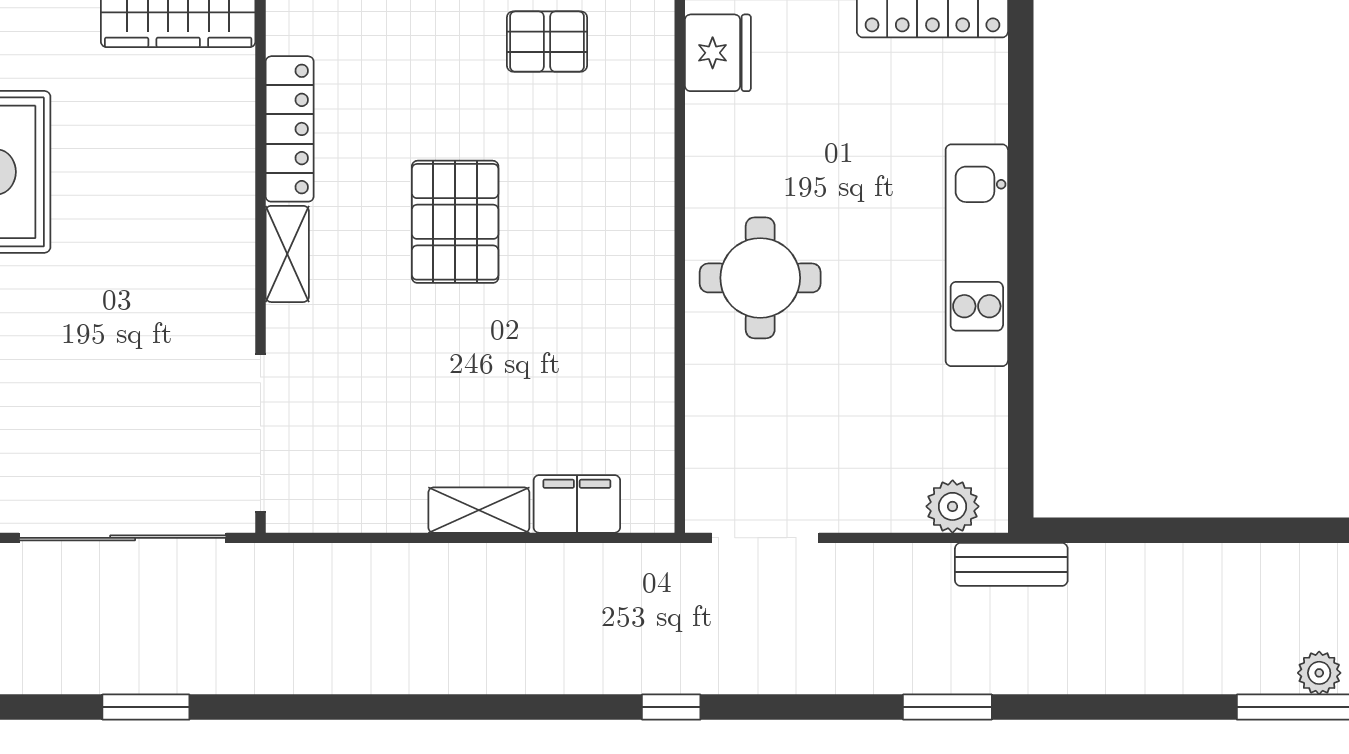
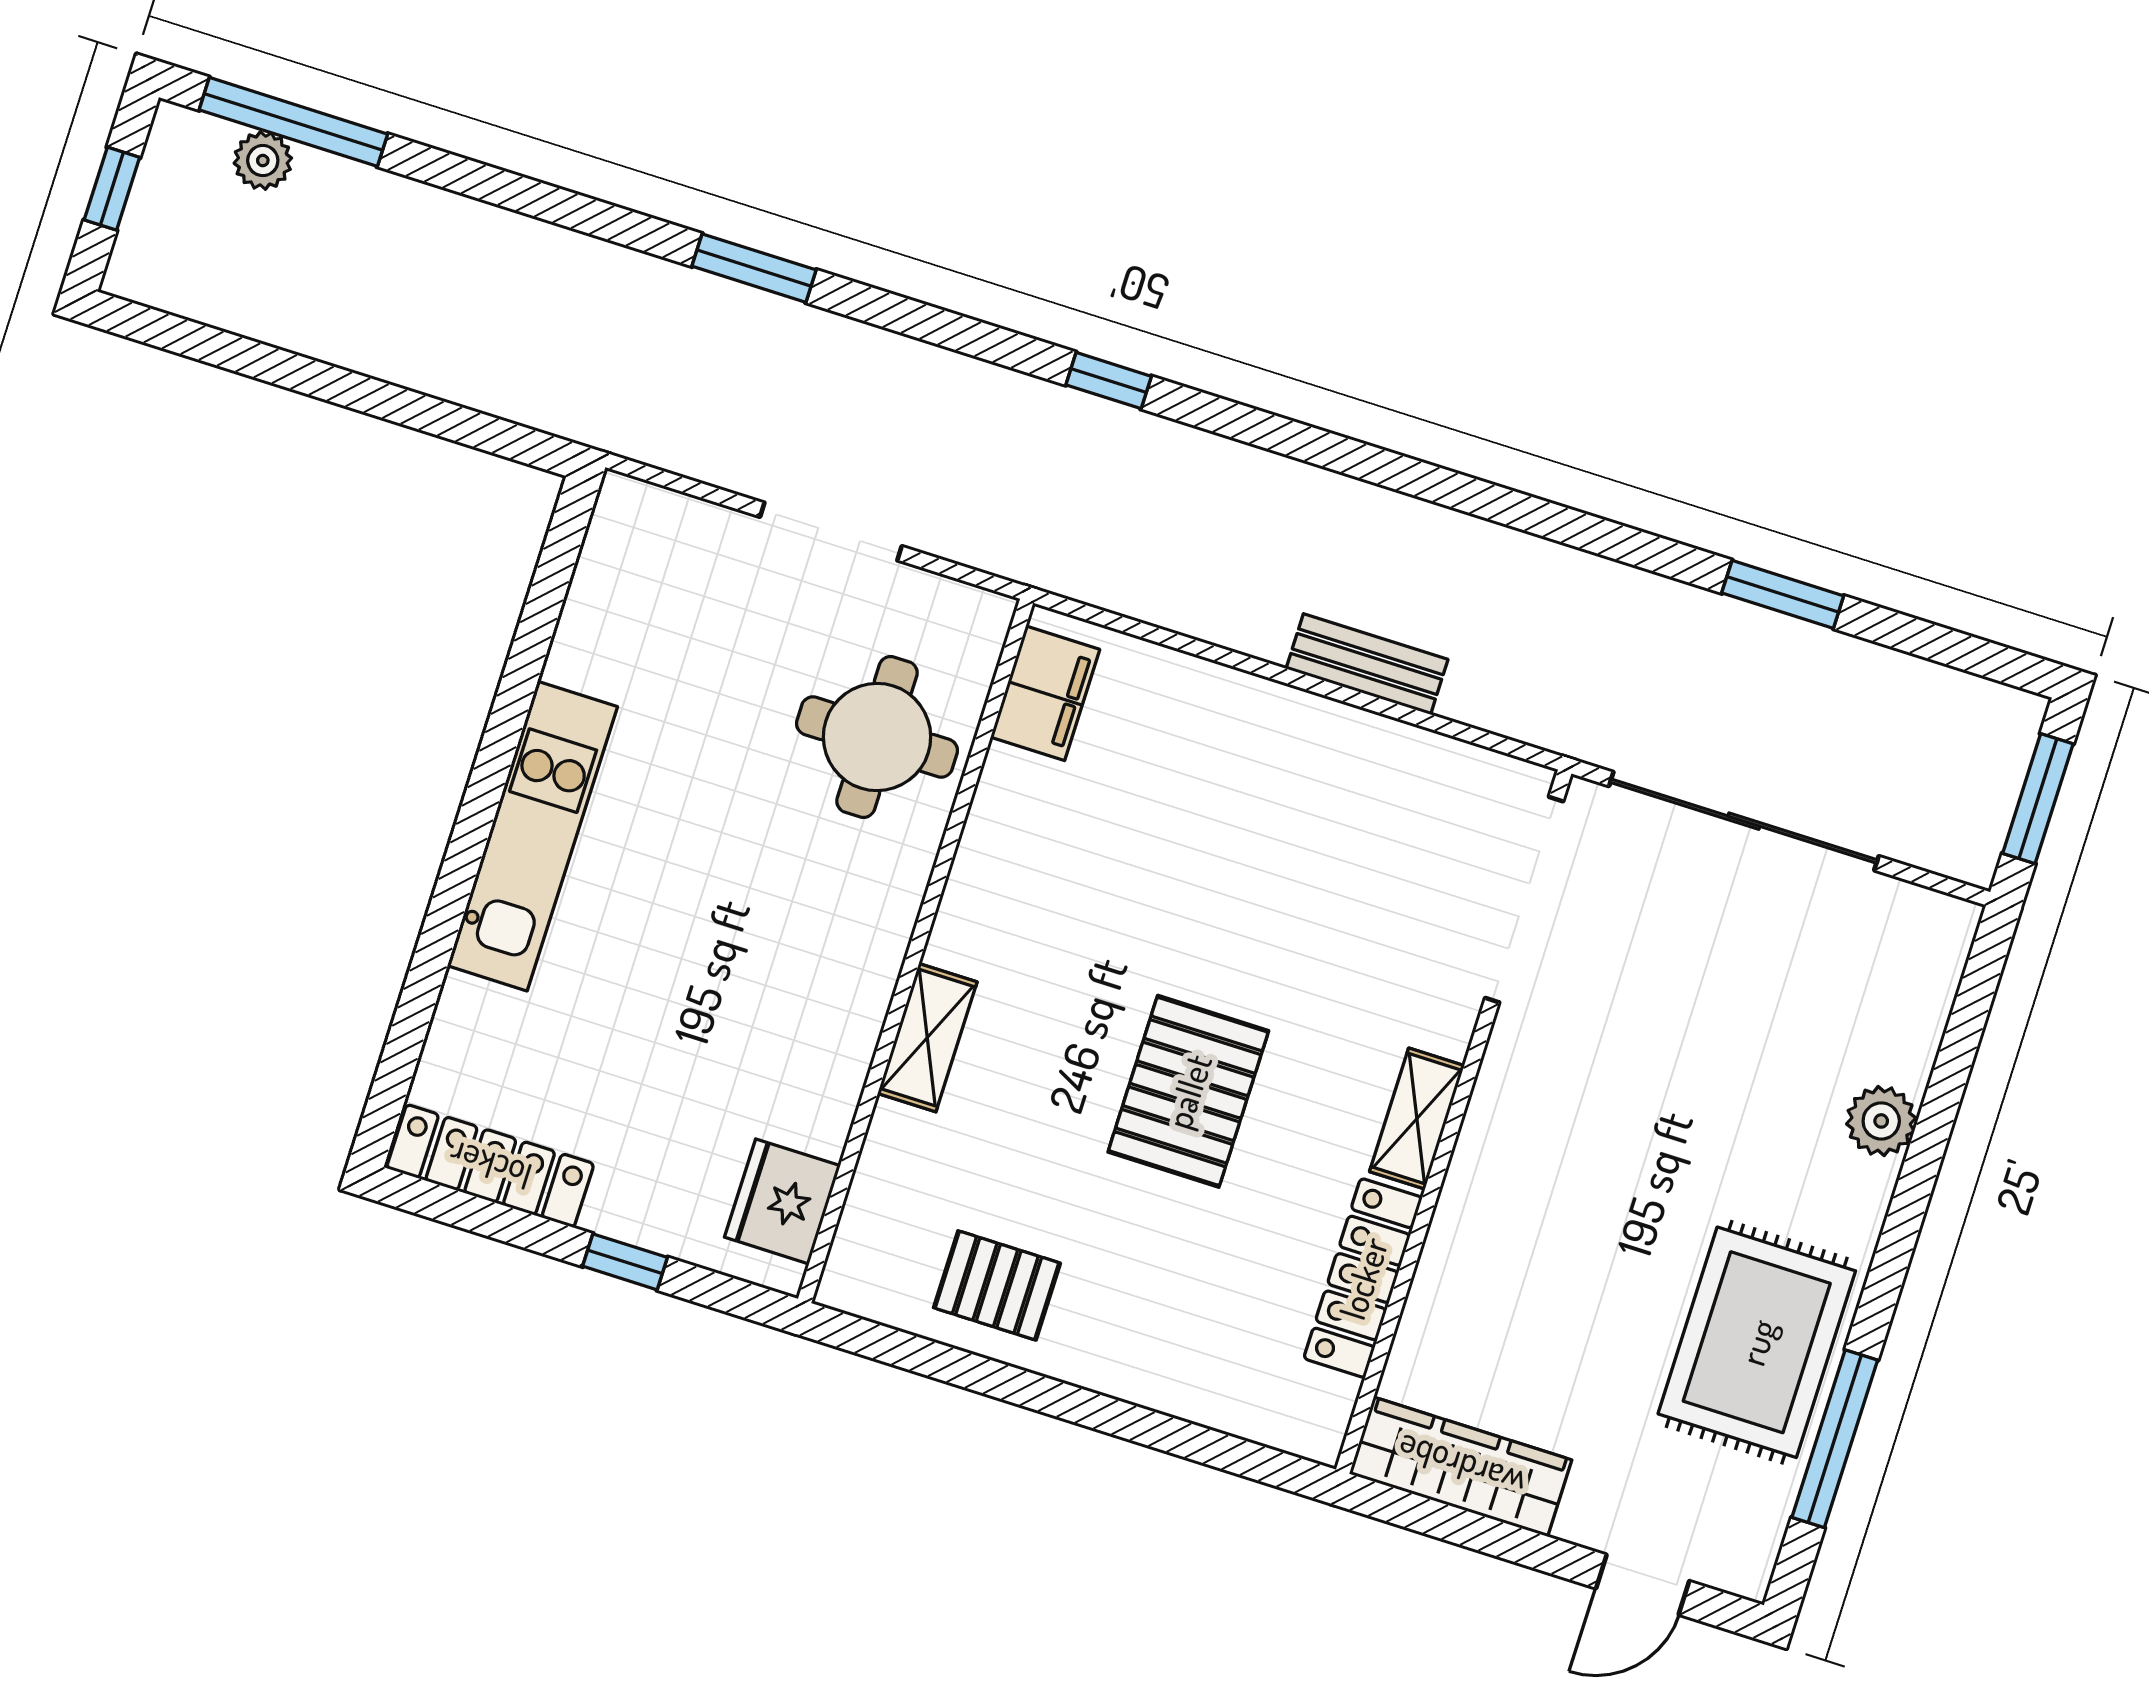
round table: (760, 278) -> (877, 737), moved
filing cabinet: (577, 504) -> (1045, 693), moved, turned -90
plant: (953, 506) -> (666, 523), removed
shelving: (479, 510) -> (927, 1038), moved, turned 90
doorway: (765, 538) -> (831, 532), moved
bench: (1011, 564) -> (1367, 664), moved

